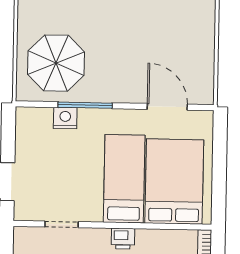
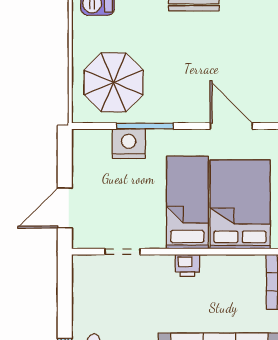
nightstand: (65, 118) -> (129, 144), width x1.36, depth x1.33

